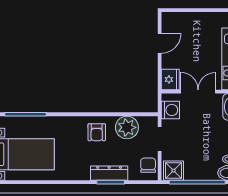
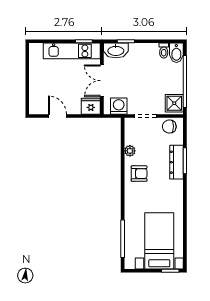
plant: (127, 127) -> (130, 151), width x0.53, depth x0.53

